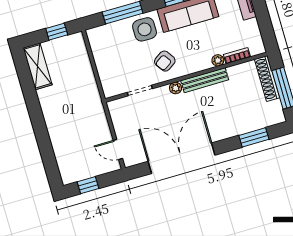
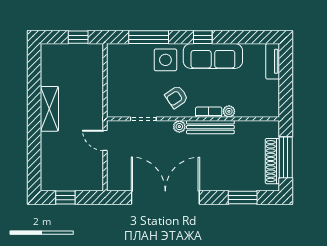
bookcase: (237, 56) -> (209, 112), moved
shelving: (38, 66) -> (49, 109), moved
shoe rack: (267, 79) -> (272, 161), moved
door: (118, 149) -> (105, 140), moved

